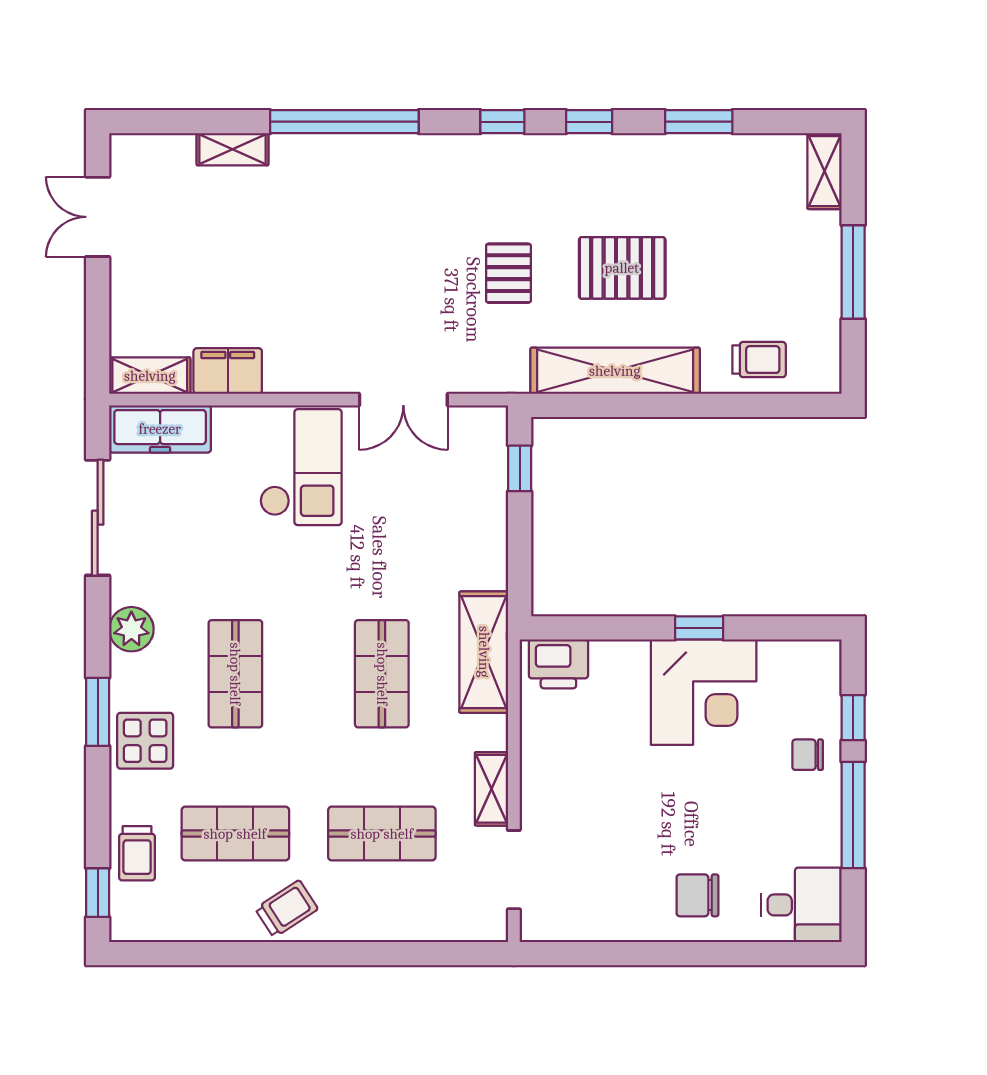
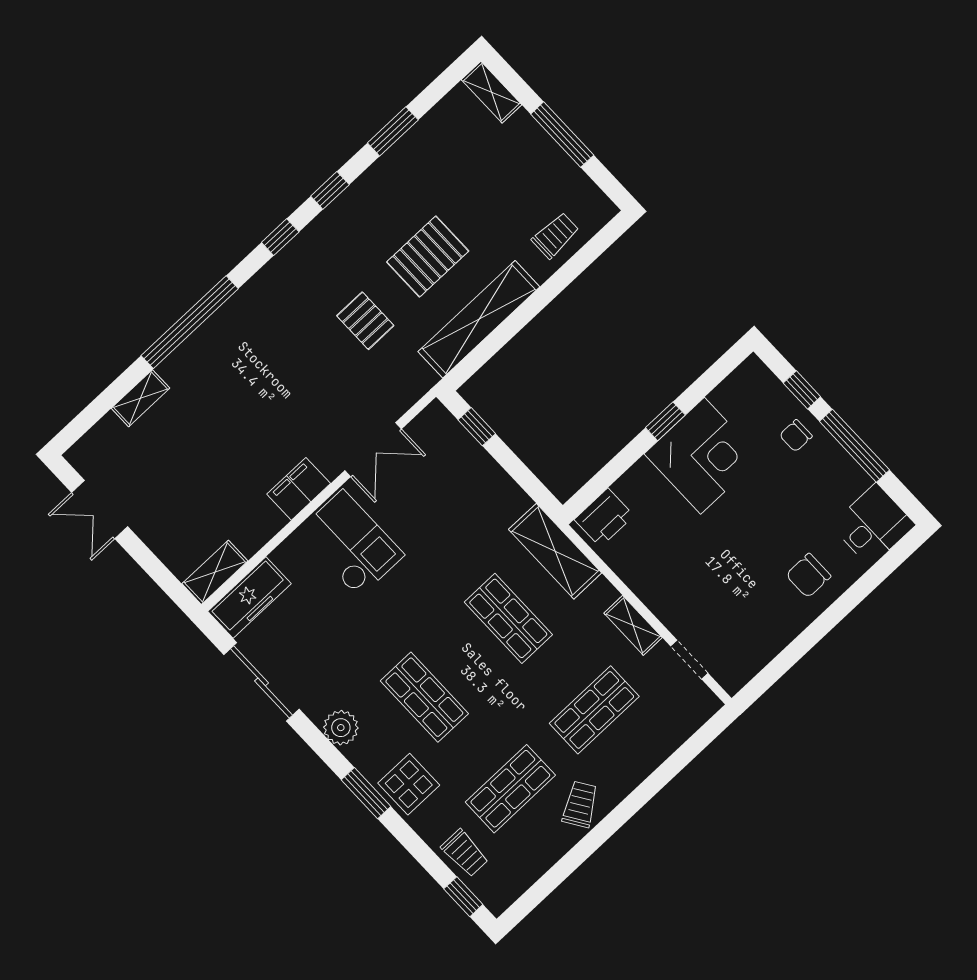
filing cabinet: (228, 371) -> (299, 489), moved
doorway: (514, 870) -> (689, 660), width x0.73

